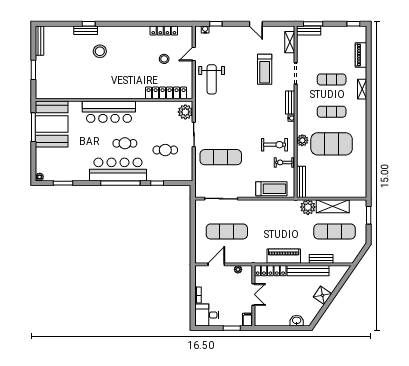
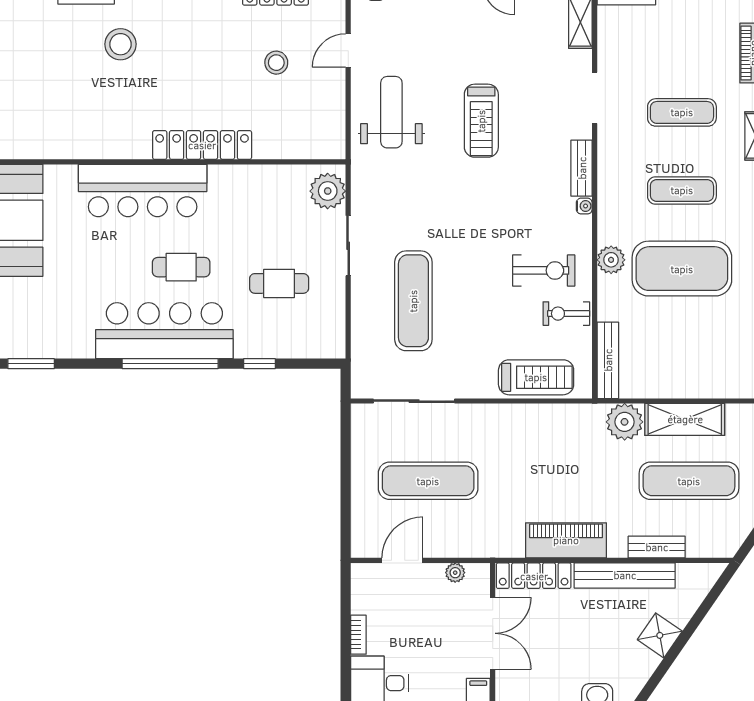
treadmill: (265, 69) -> (481, 121), moved
weight bench: (212, 79) -> (391, 112), turned 180
locker: (166, 93) -> (202, 145), moved
exercise mat: (221, 157) -> (413, 301), turned 90
double door: (253, 294) -> (493, 633), width x1.37

